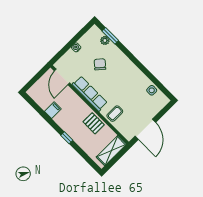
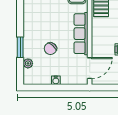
window: (110, 36) -> (20, 47), moved

